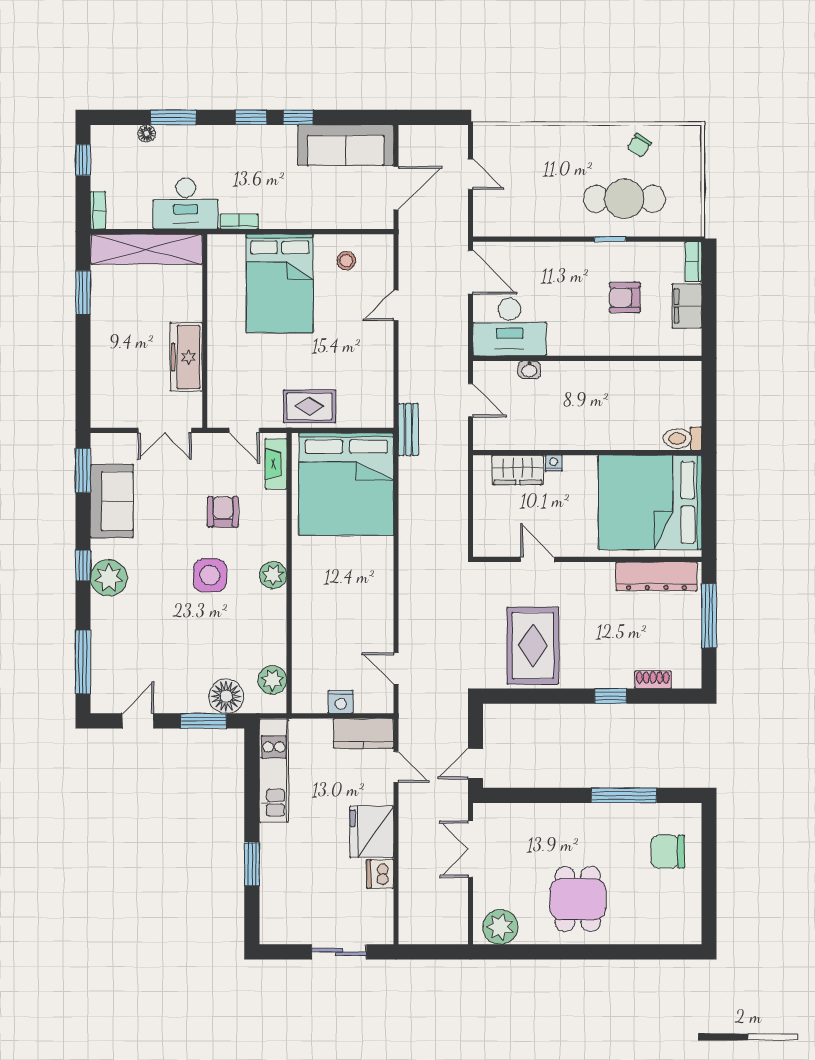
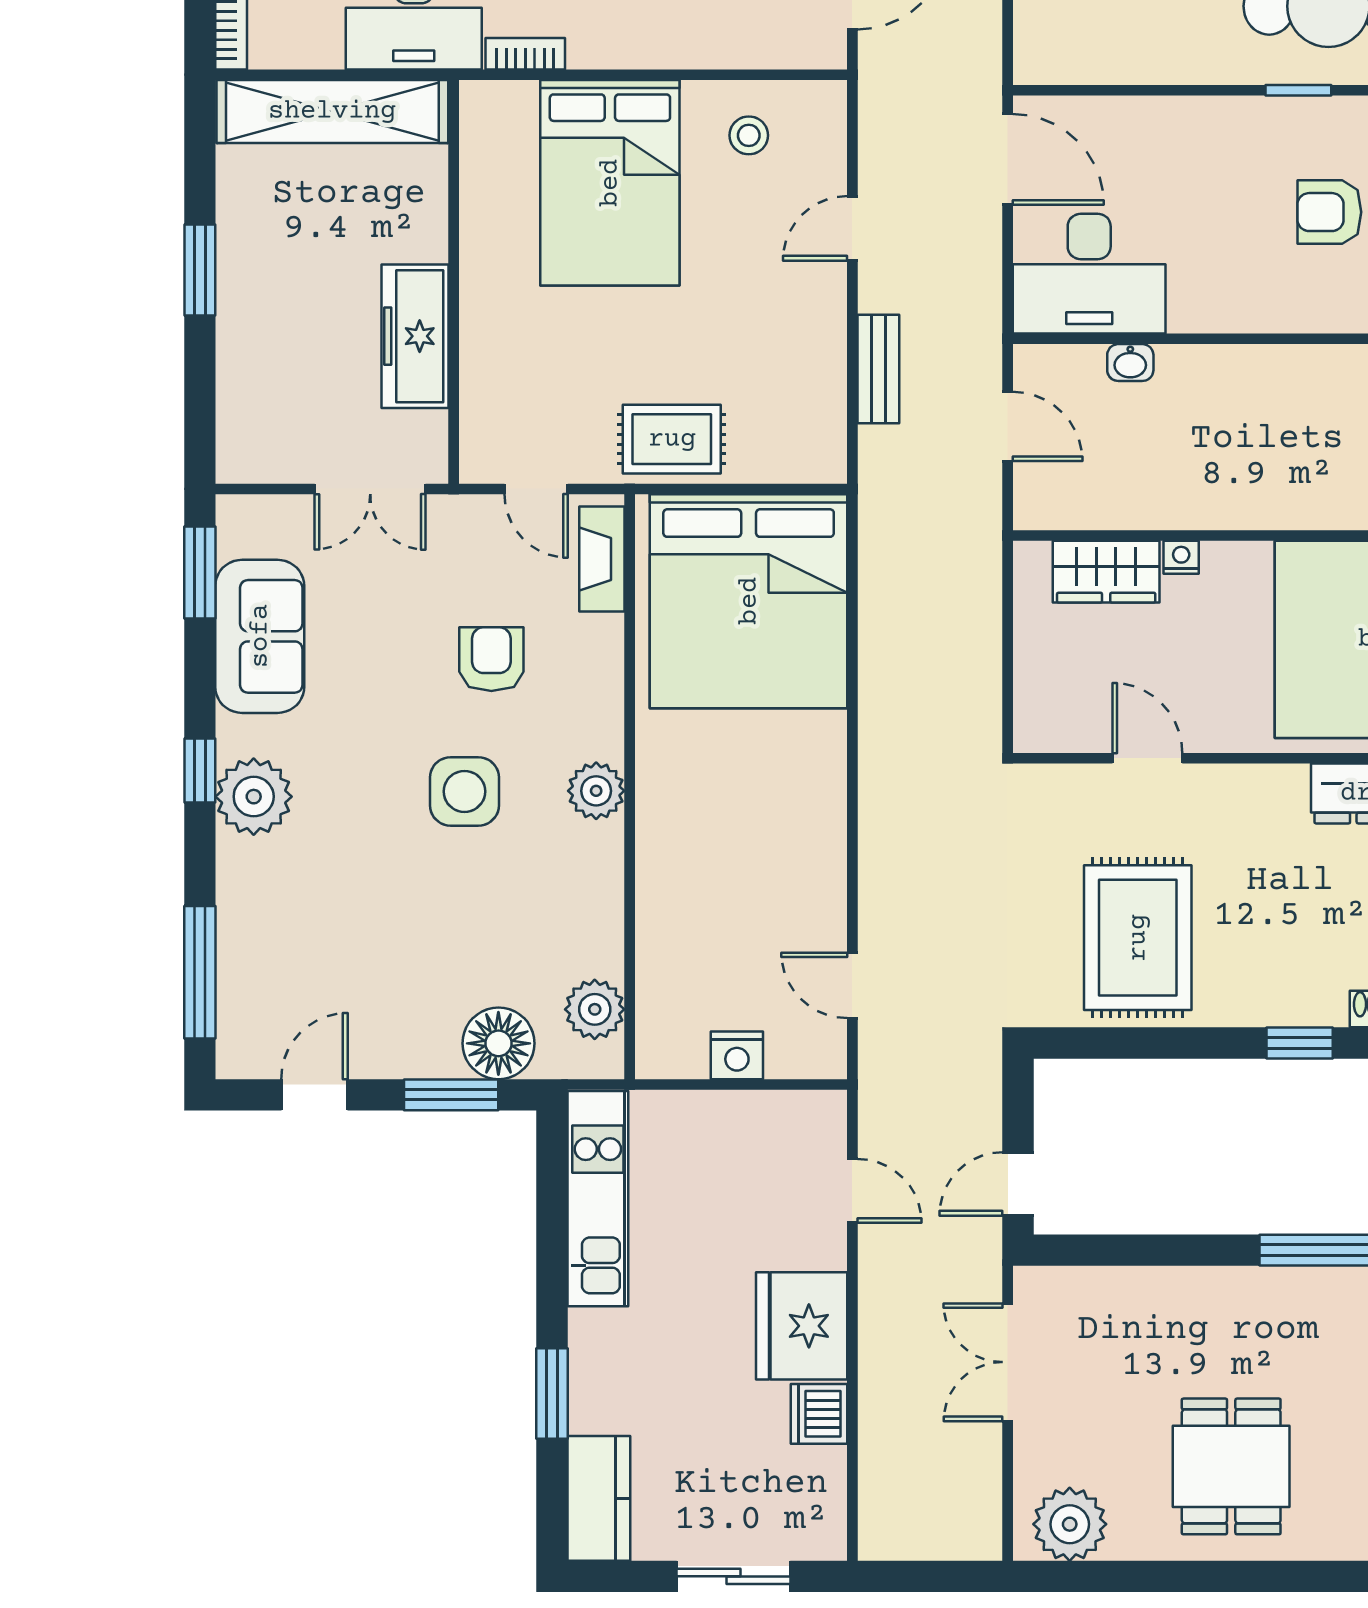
window: (83, 293) -> (200, 270), moved
bench: (408, 430) -> (878, 369), moved
kitchen counter: (364, 733) -> (599, 1498), moved, turned -90

